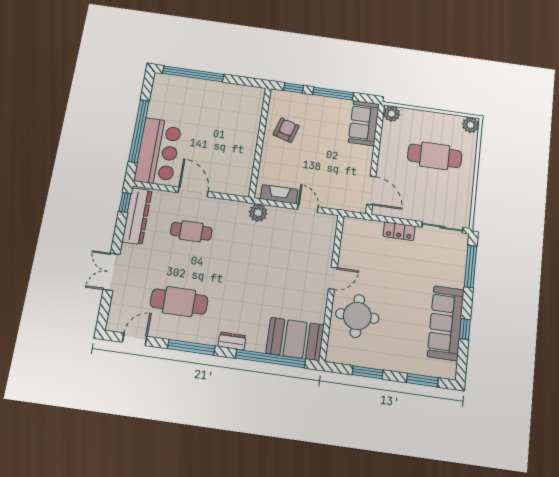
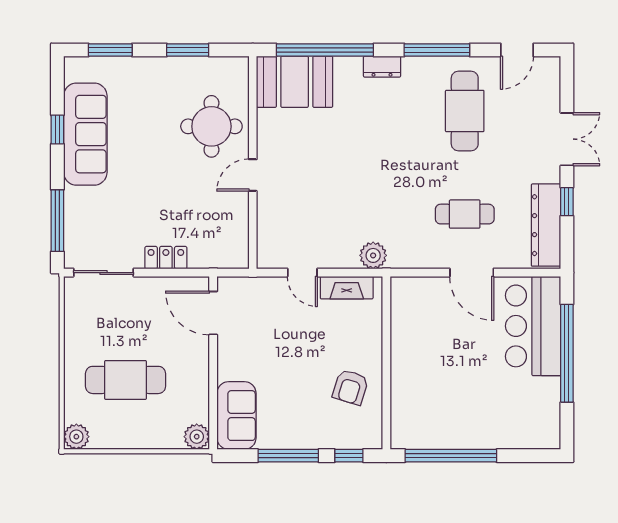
window: (193, 74) -> (451, 456), moved
window: (125, 202) -> (567, 202), moved
cafe table: (179, 302) -> (465, 111), turned 90

